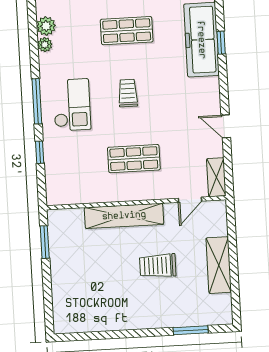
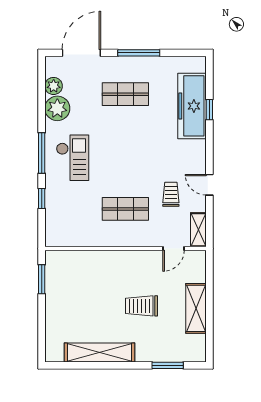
plant: (45, 45) -> (57, 108), width x1.87, depth x1.87
trolley: (128, 93) -> (171, 194), moved
shelving: (124, 216) -> (99, 352), moved

